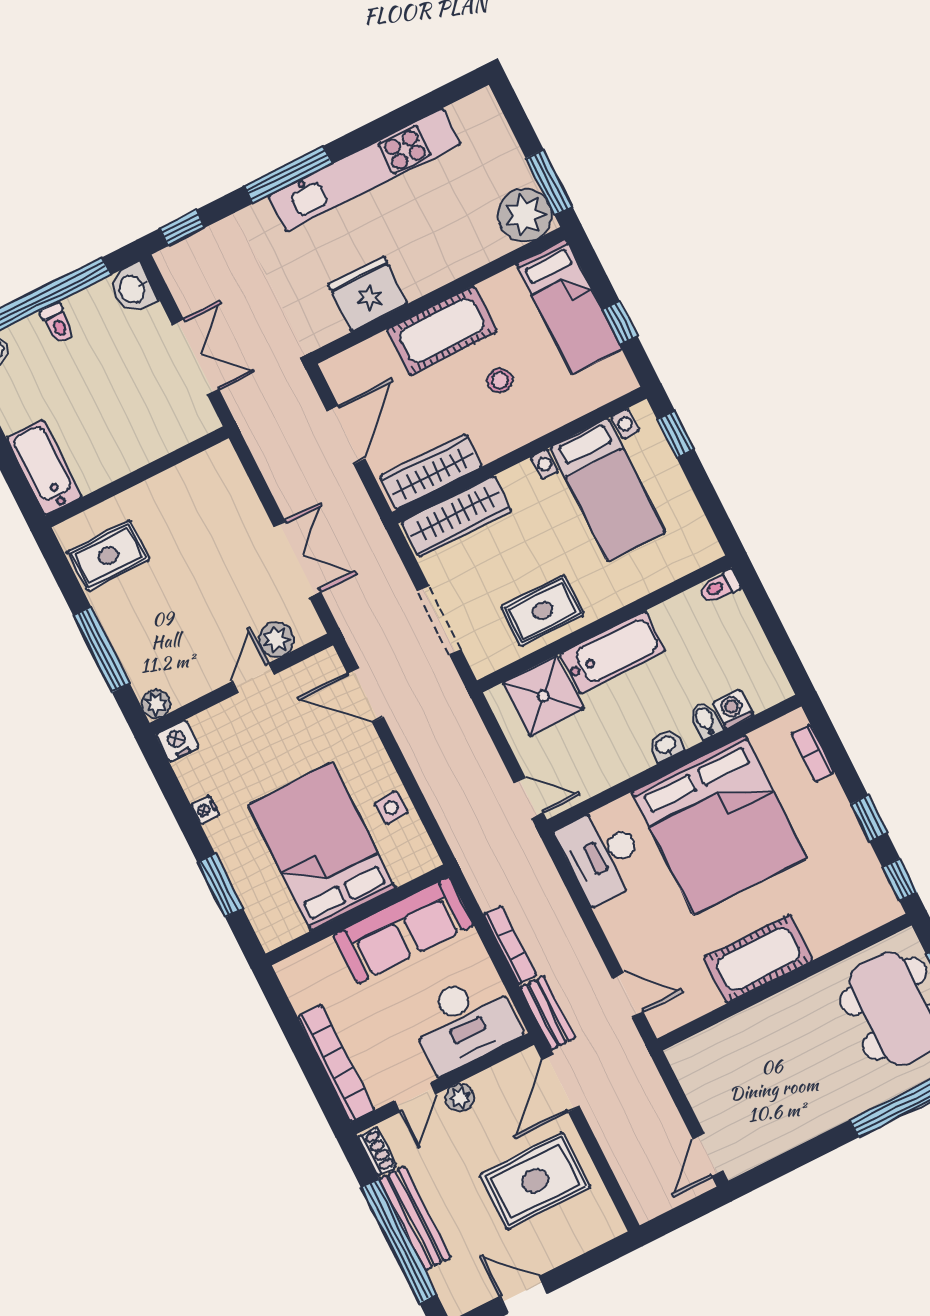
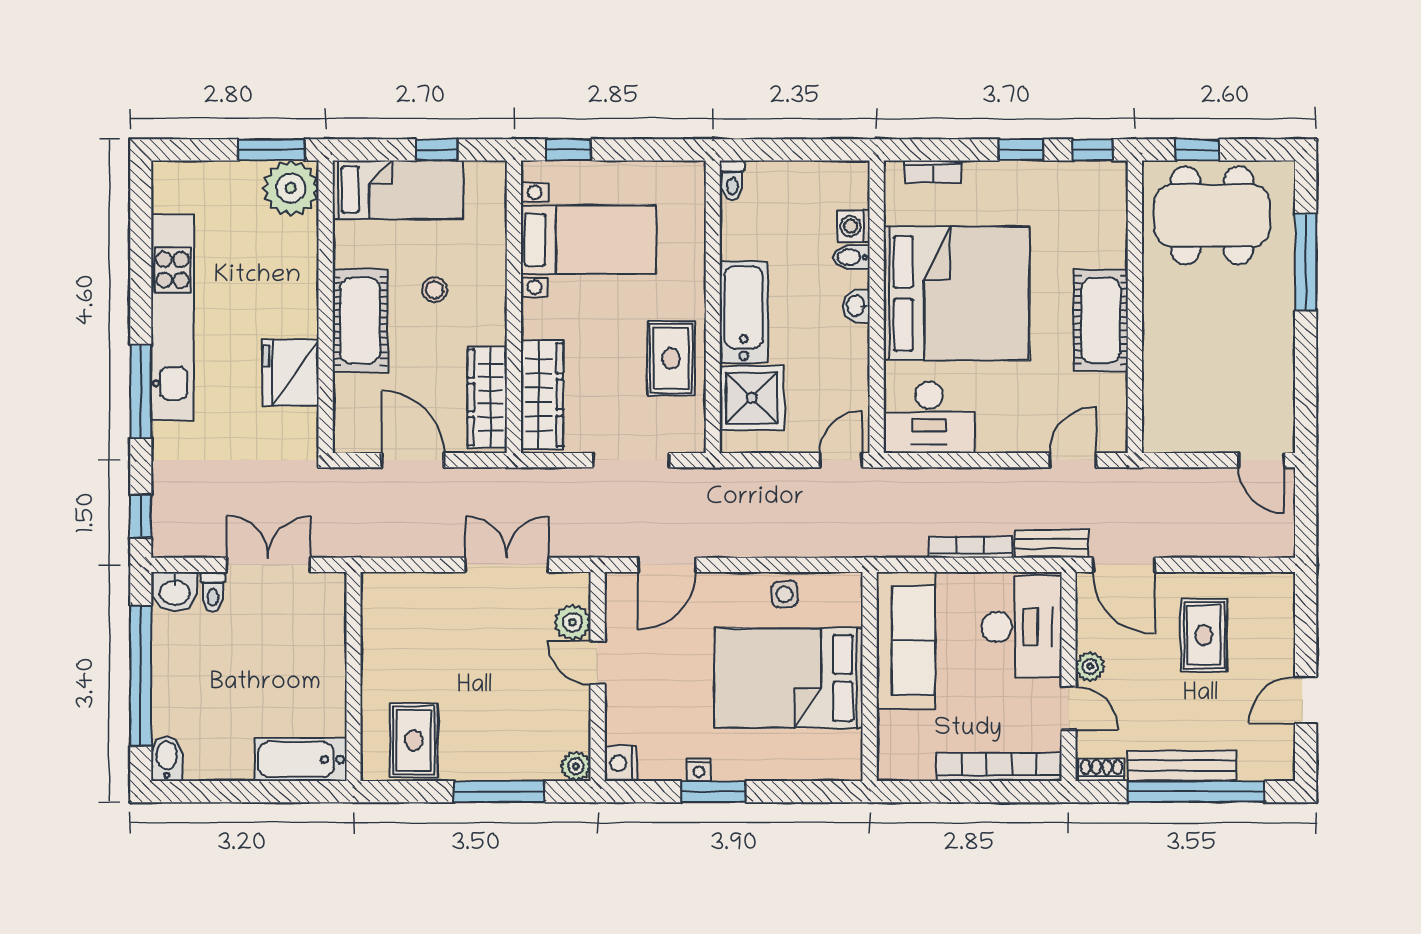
toilet: (57, 323) -> (213, 592), moved, turned 90
window: (220, 886) -> (714, 792), moved
rug: (535, 1181) -> (1204, 635), width x0.73, depth x0.70

